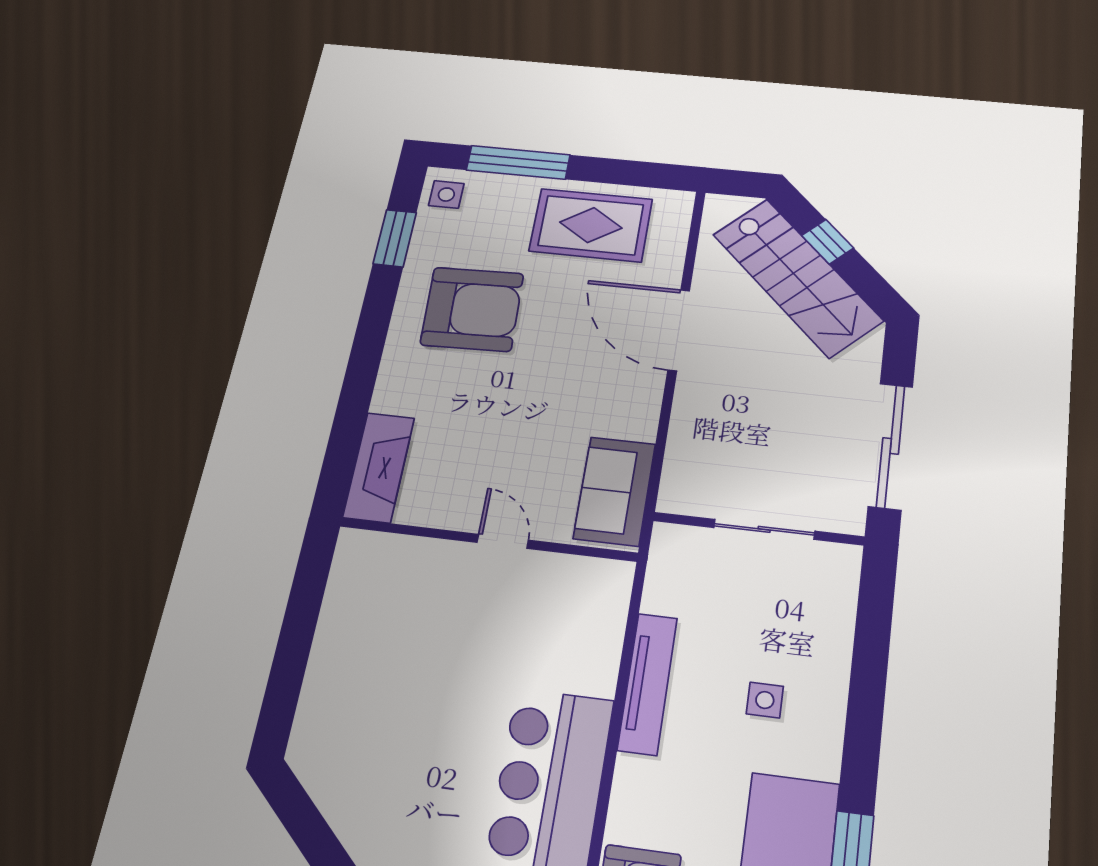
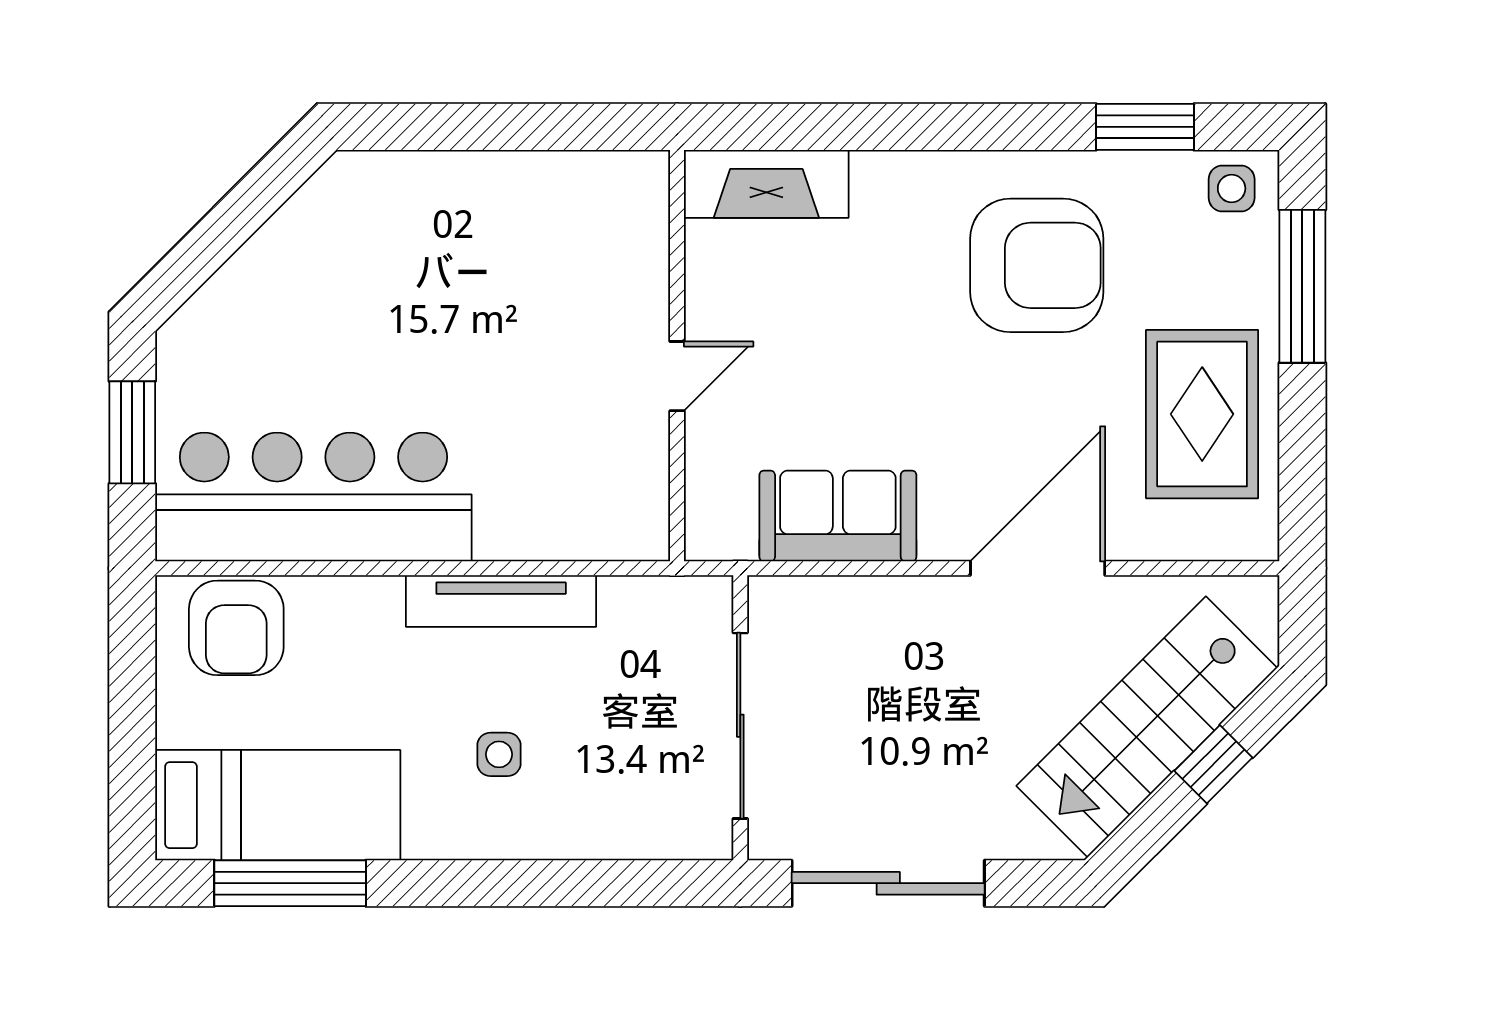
armchair: (472, 309) -> (1037, 265), turned -88
sofa: (615, 491) -> (838, 516), moved
sliding door: (764, 529) -> (740, 726), width x1.37

